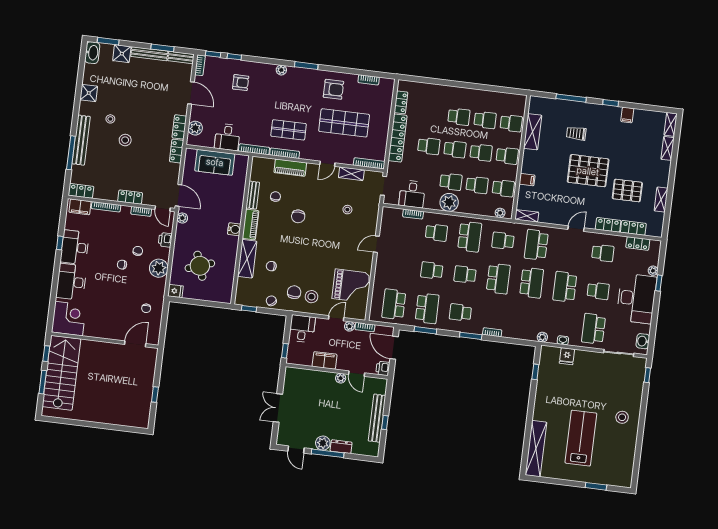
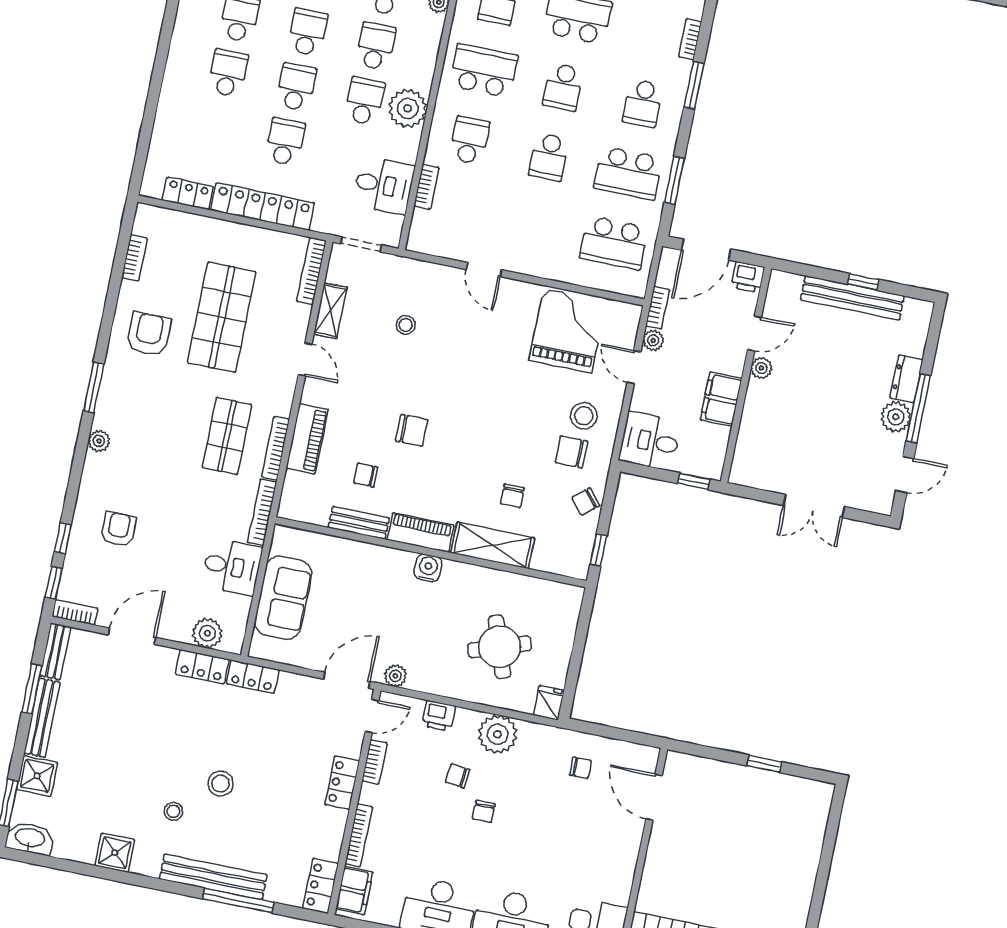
school desk: (427, 308) -> (628, 173), turned 180

